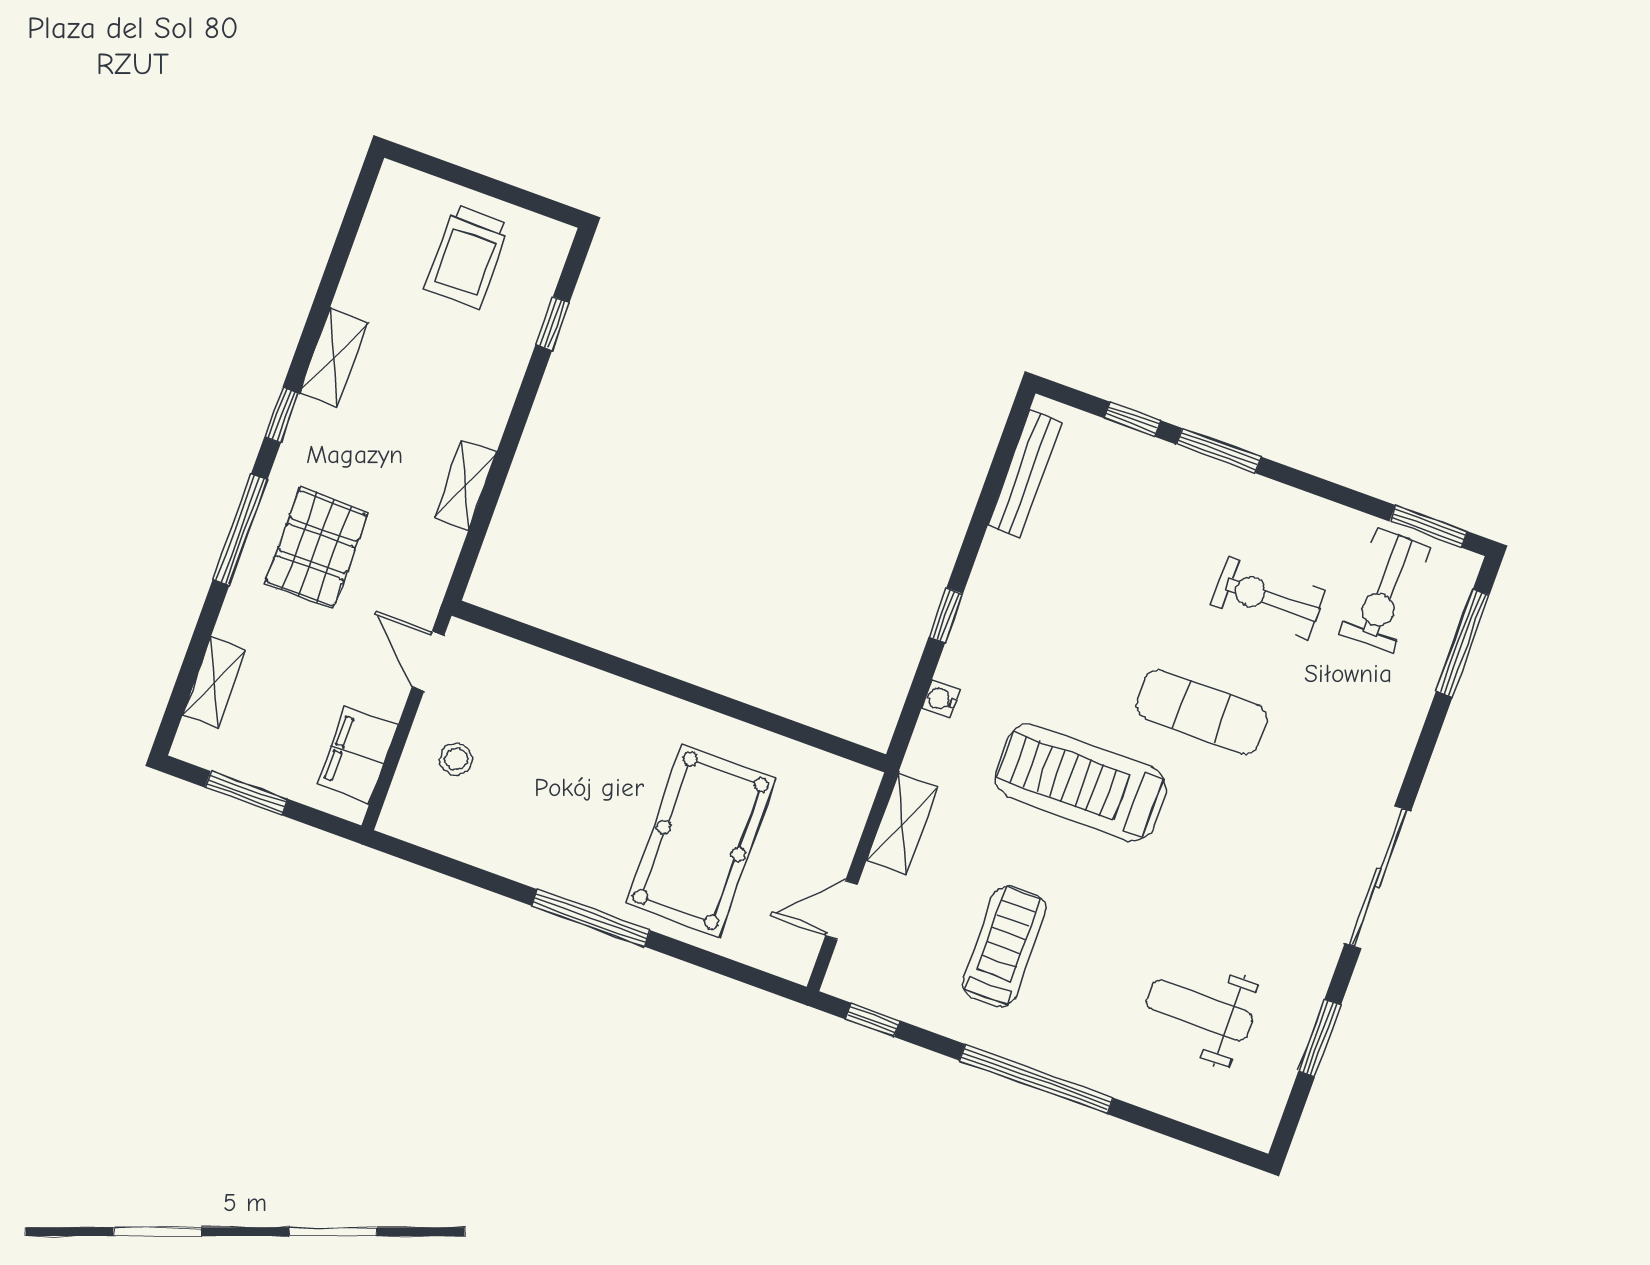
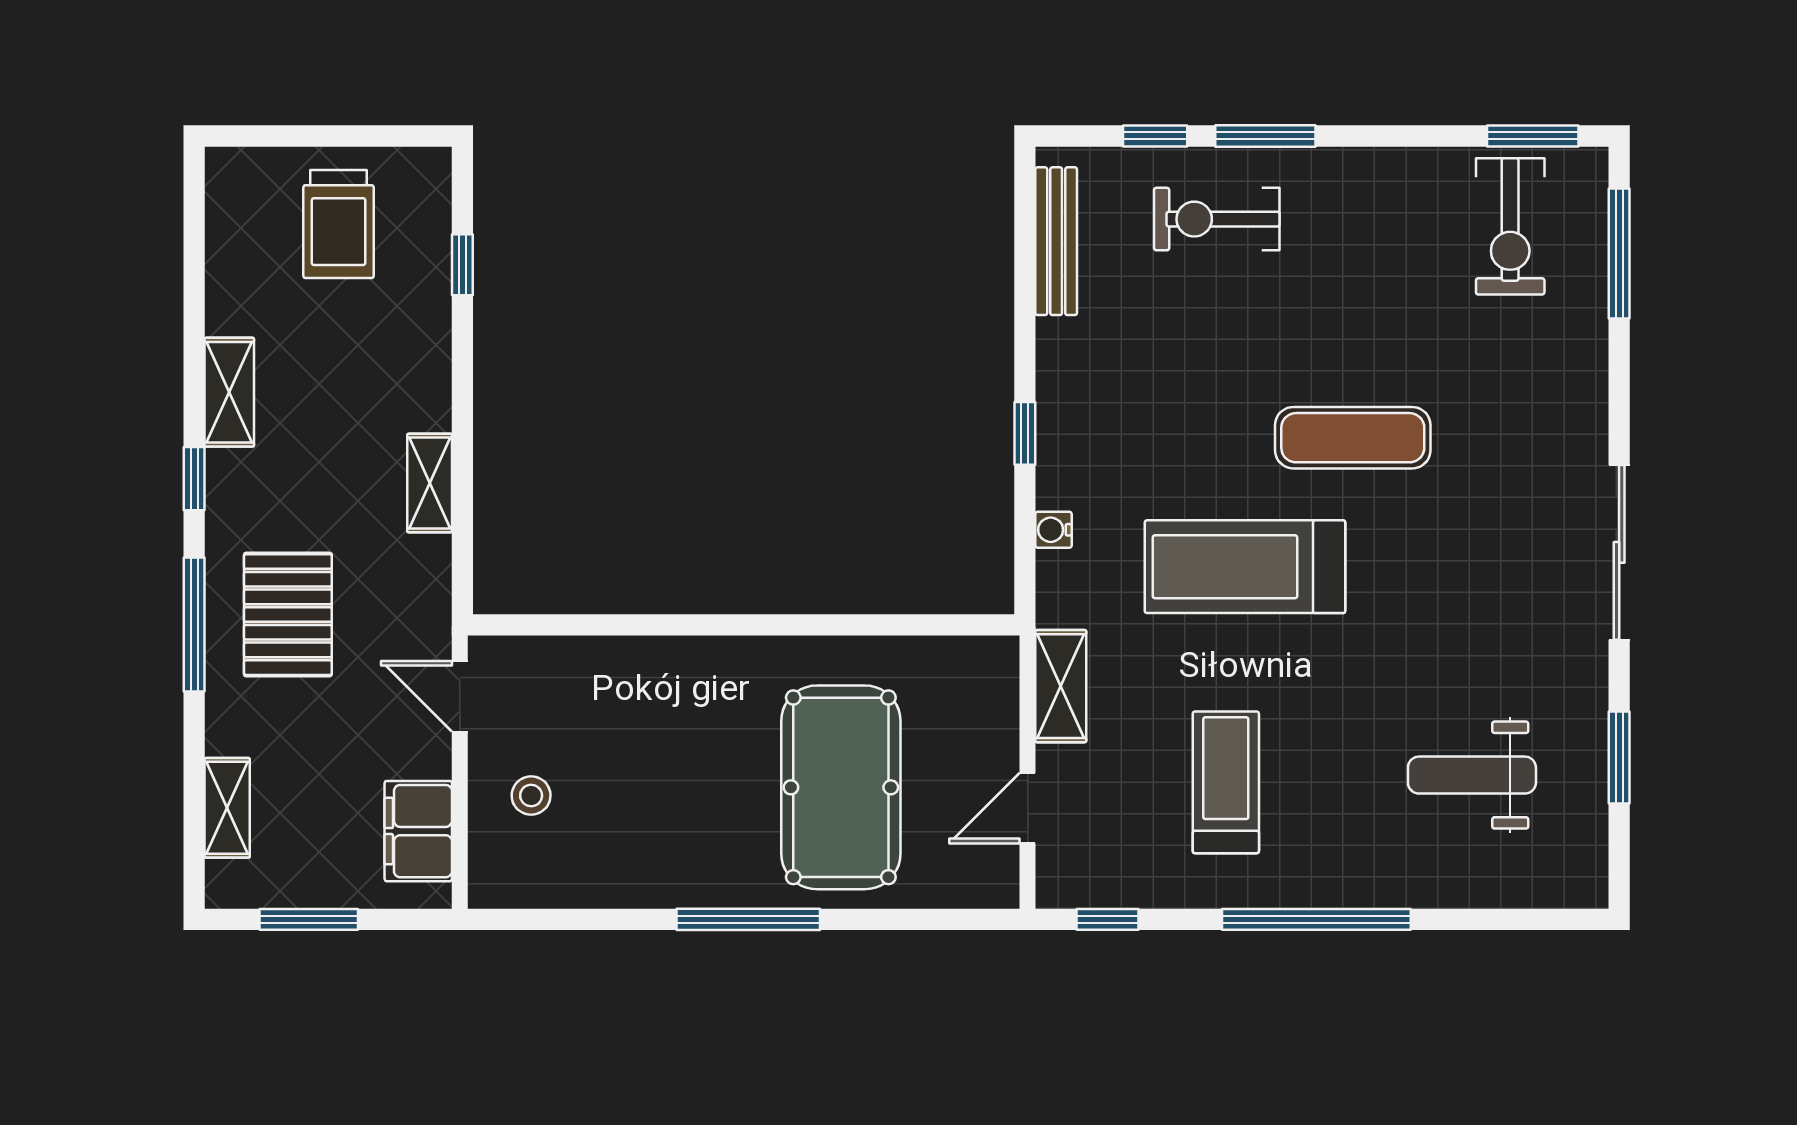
exercise bike: (1268, 598) -> (1217, 219), moved

